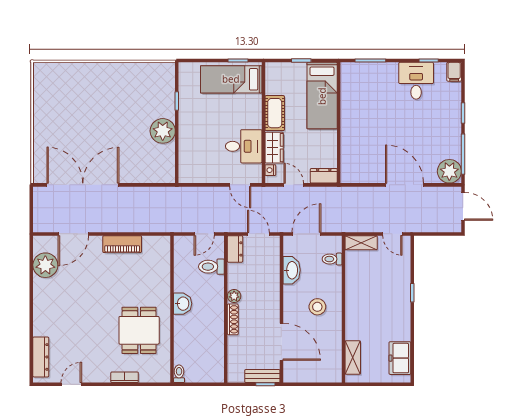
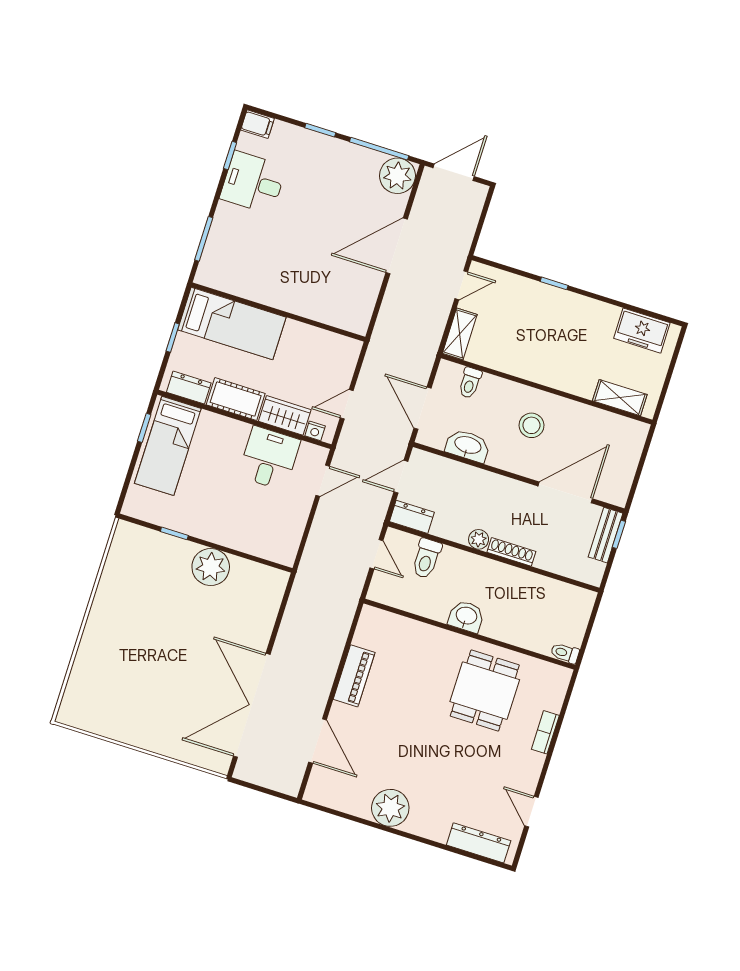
dresser: (324, 176) -> (189, 388), moved, turned 90
plant: (45, 265) -> (390, 808), moved
dining table: (139, 330) -> (485, 691), turned 90

